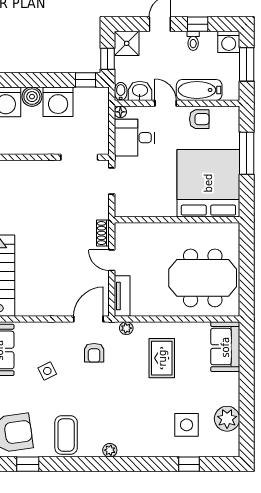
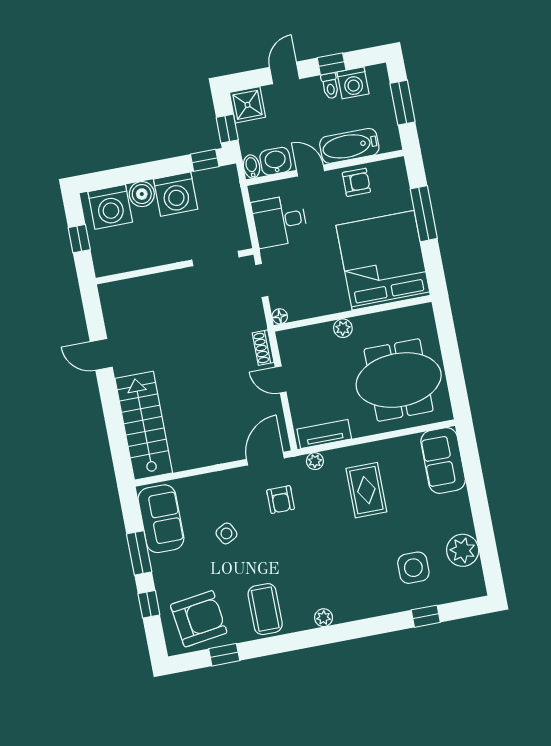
washing machine: (229, 42) -> (353, 83), moved
floor lamp: (120, 112) -> (280, 316), moved
plant: (167, 230) -> (343, 328), added
tv unit: (122, 296) -> (324, 434), moved, turned -90

